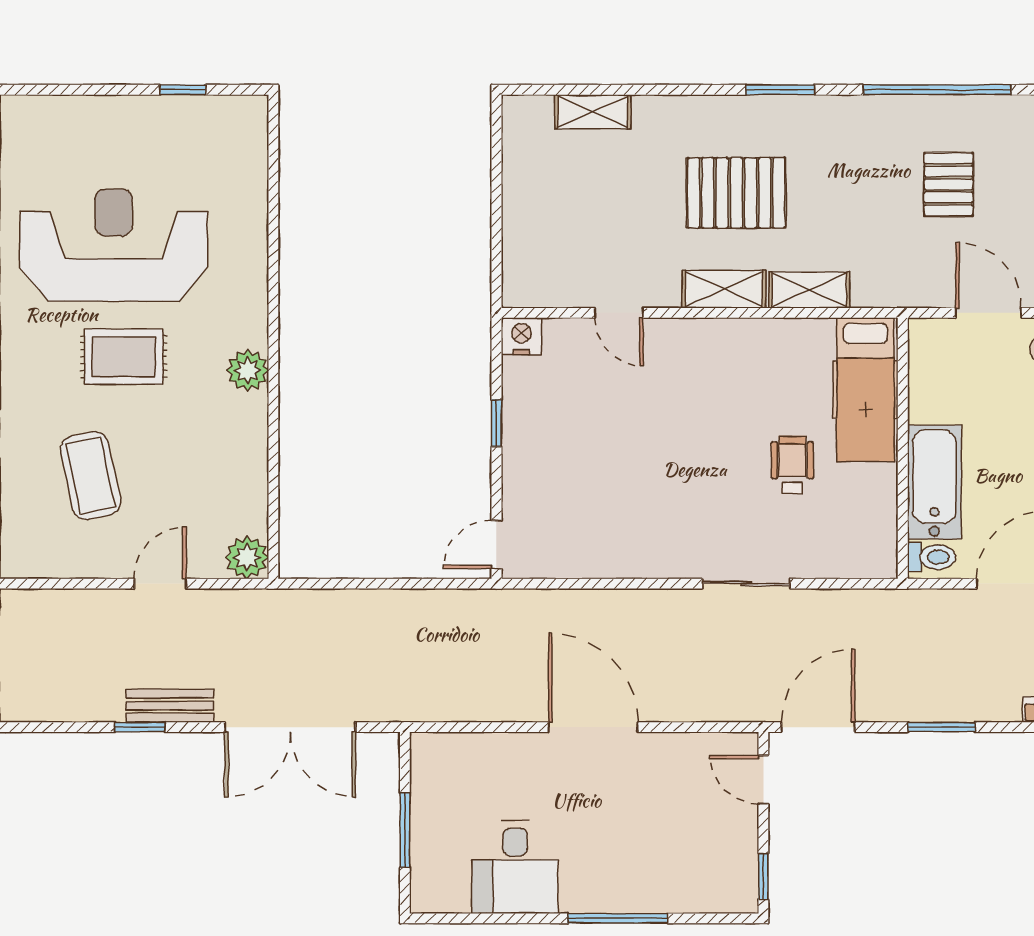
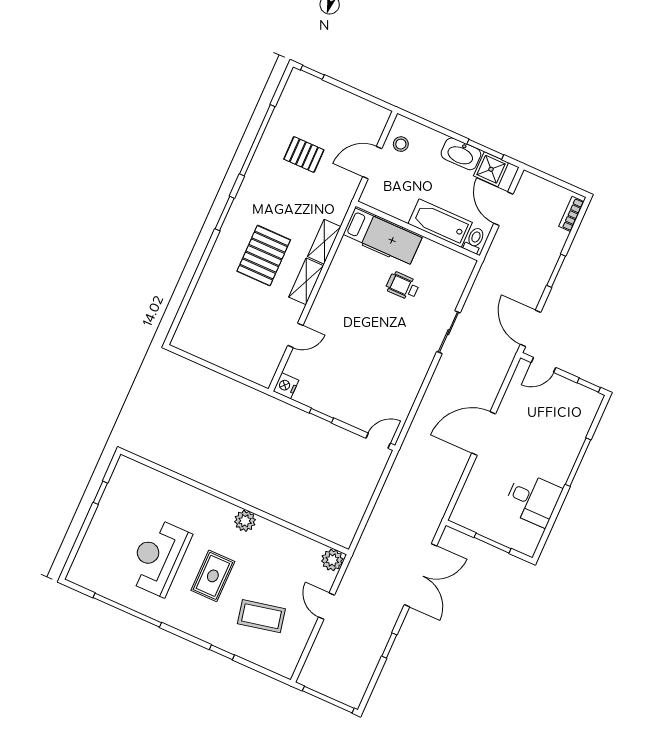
shelving: (593, 112) -> (196, 306), removed
reception desk: (114, 245) -> (159, 557), width x0.74, depth x0.77
door: (496, 544) -> (378, 441), swing flipped
bench: (170, 706) -> (385, 627), removed

